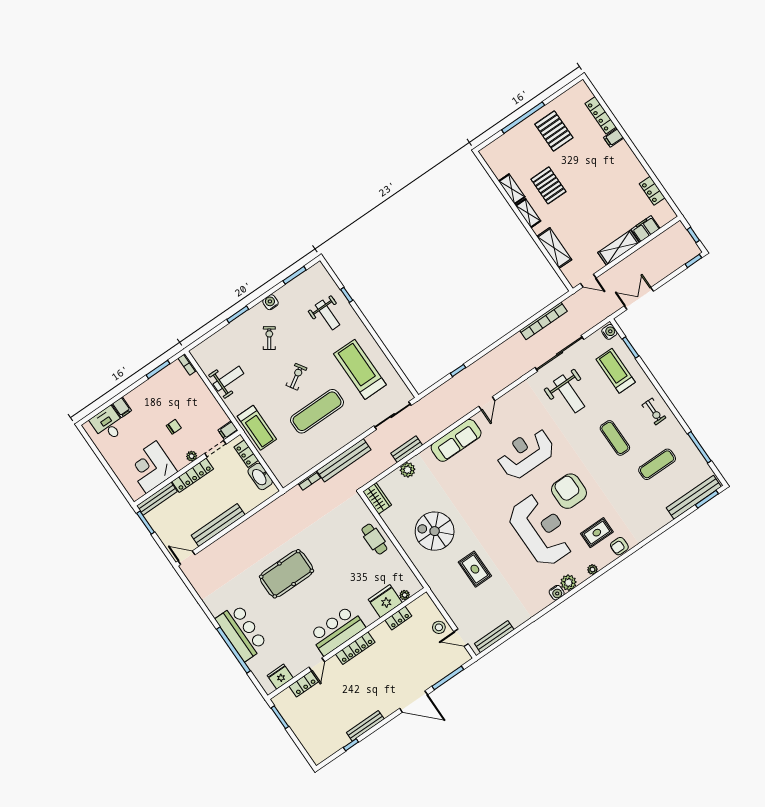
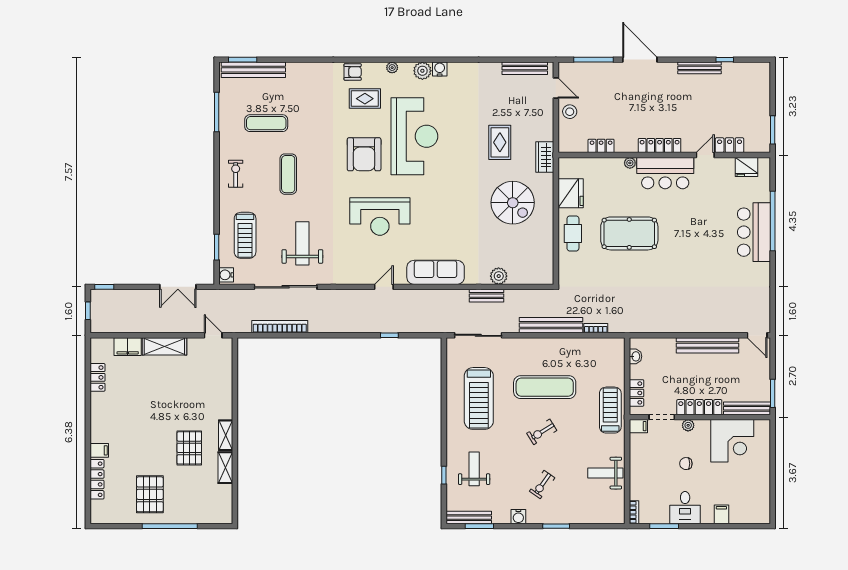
shelving: (554, 248) -> (224, 387), removed
bench: (307, 276) -> (469, 518), added
desk: (108, 424) -> (685, 508), moved
washbasin: (260, 476) -> (635, 356), width x0.52, depth x0.69
wardrobe: (377, 498) -> (545, 157), moved
reception desk: (541, 530) -> (414, 136), turned 180
pool table: (287, 574) -> (629, 233), moved
plant: (405, 595) -> (630, 163), moved
fridge: (385, 601) -> (571, 193), moved, turned -90

